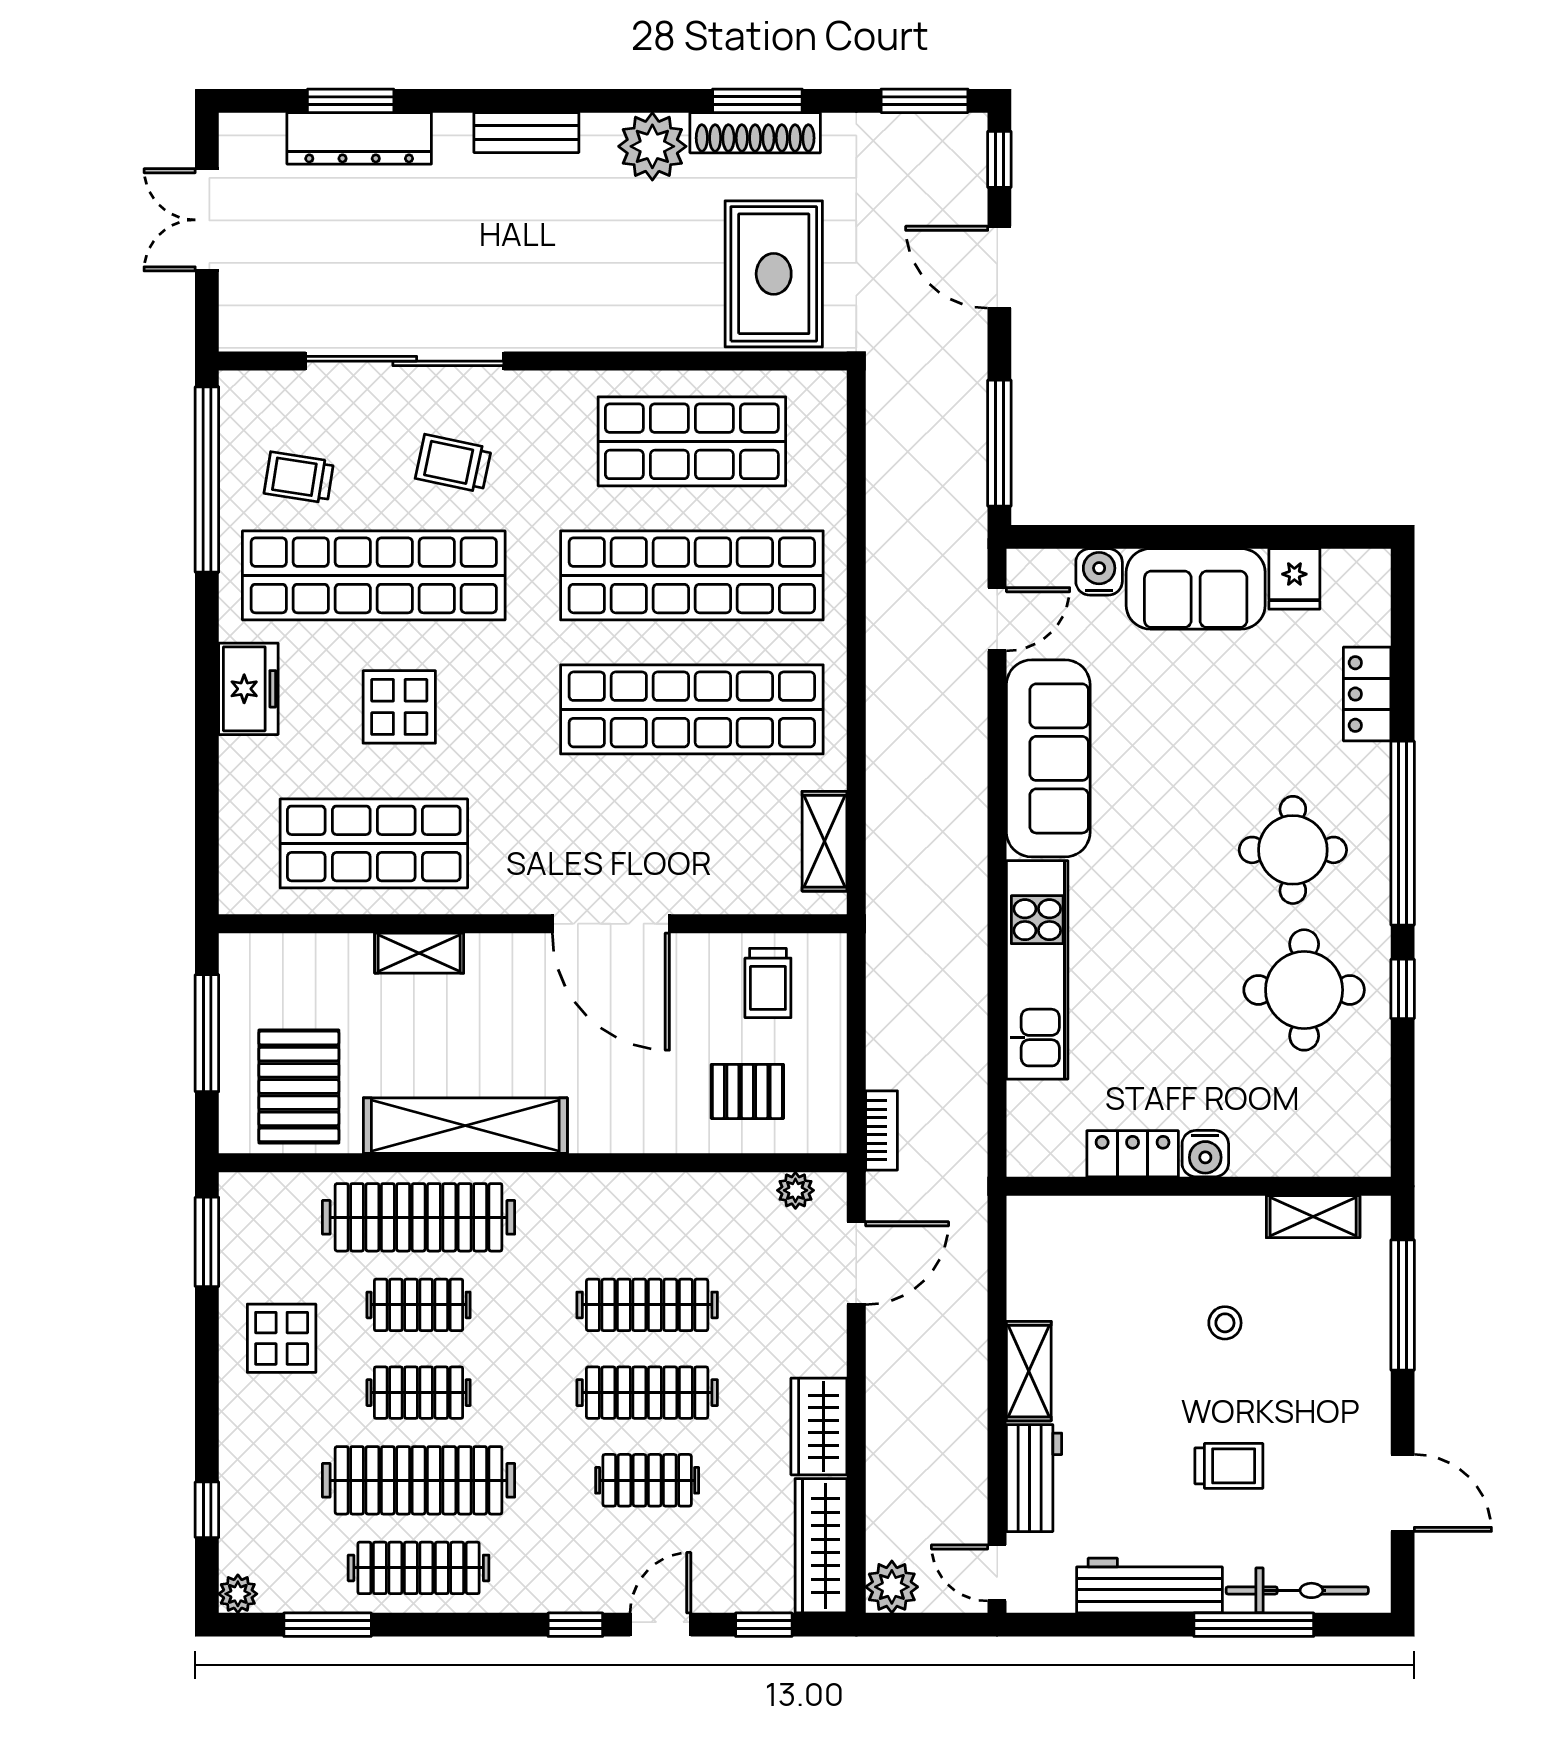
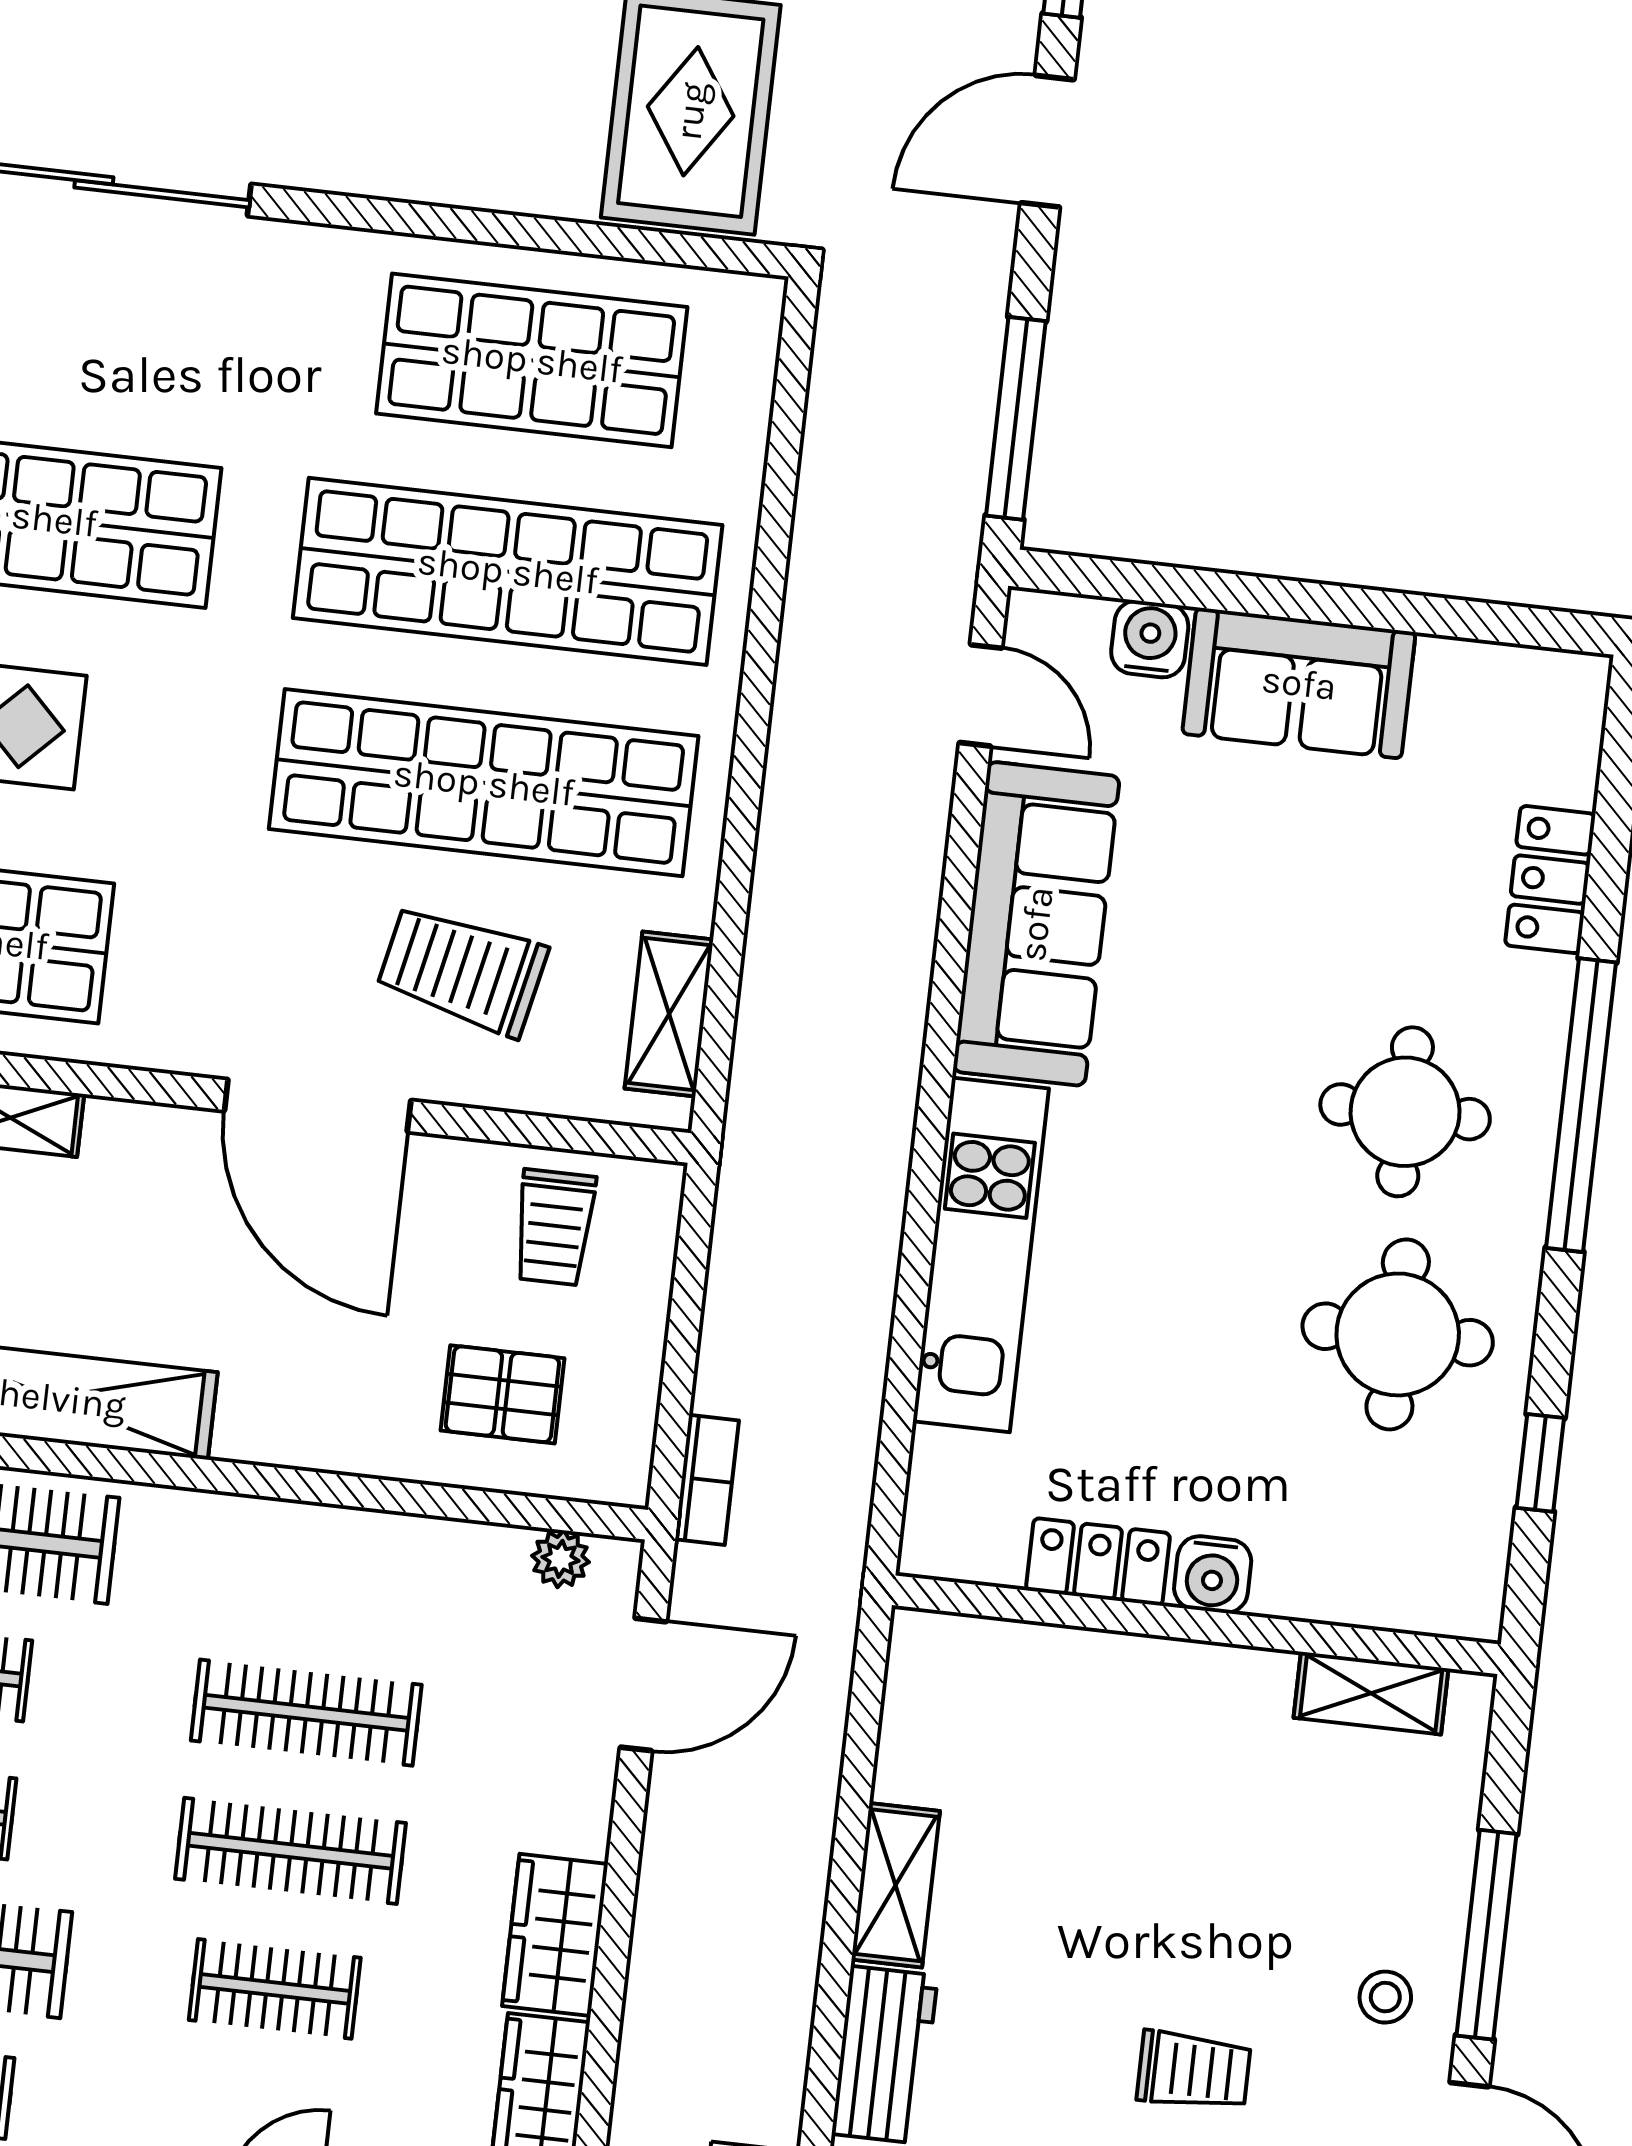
door: (999, 267) -> (1047, 141), hinge flipped
trolley: (453, 463) -> (462, 970), moved, width x1.36, depth x1.39
fridge: (1294, 579) -> (1456, 685), removed
door: (997, 619) -> (981, 695), hinge flipped
window: (1403, 989) -> (1540, 1463), moved
window: (1403, 1305) -> (1487, 1935), moved
stool: (1225, 1323) -> (1385, 1997), moved

